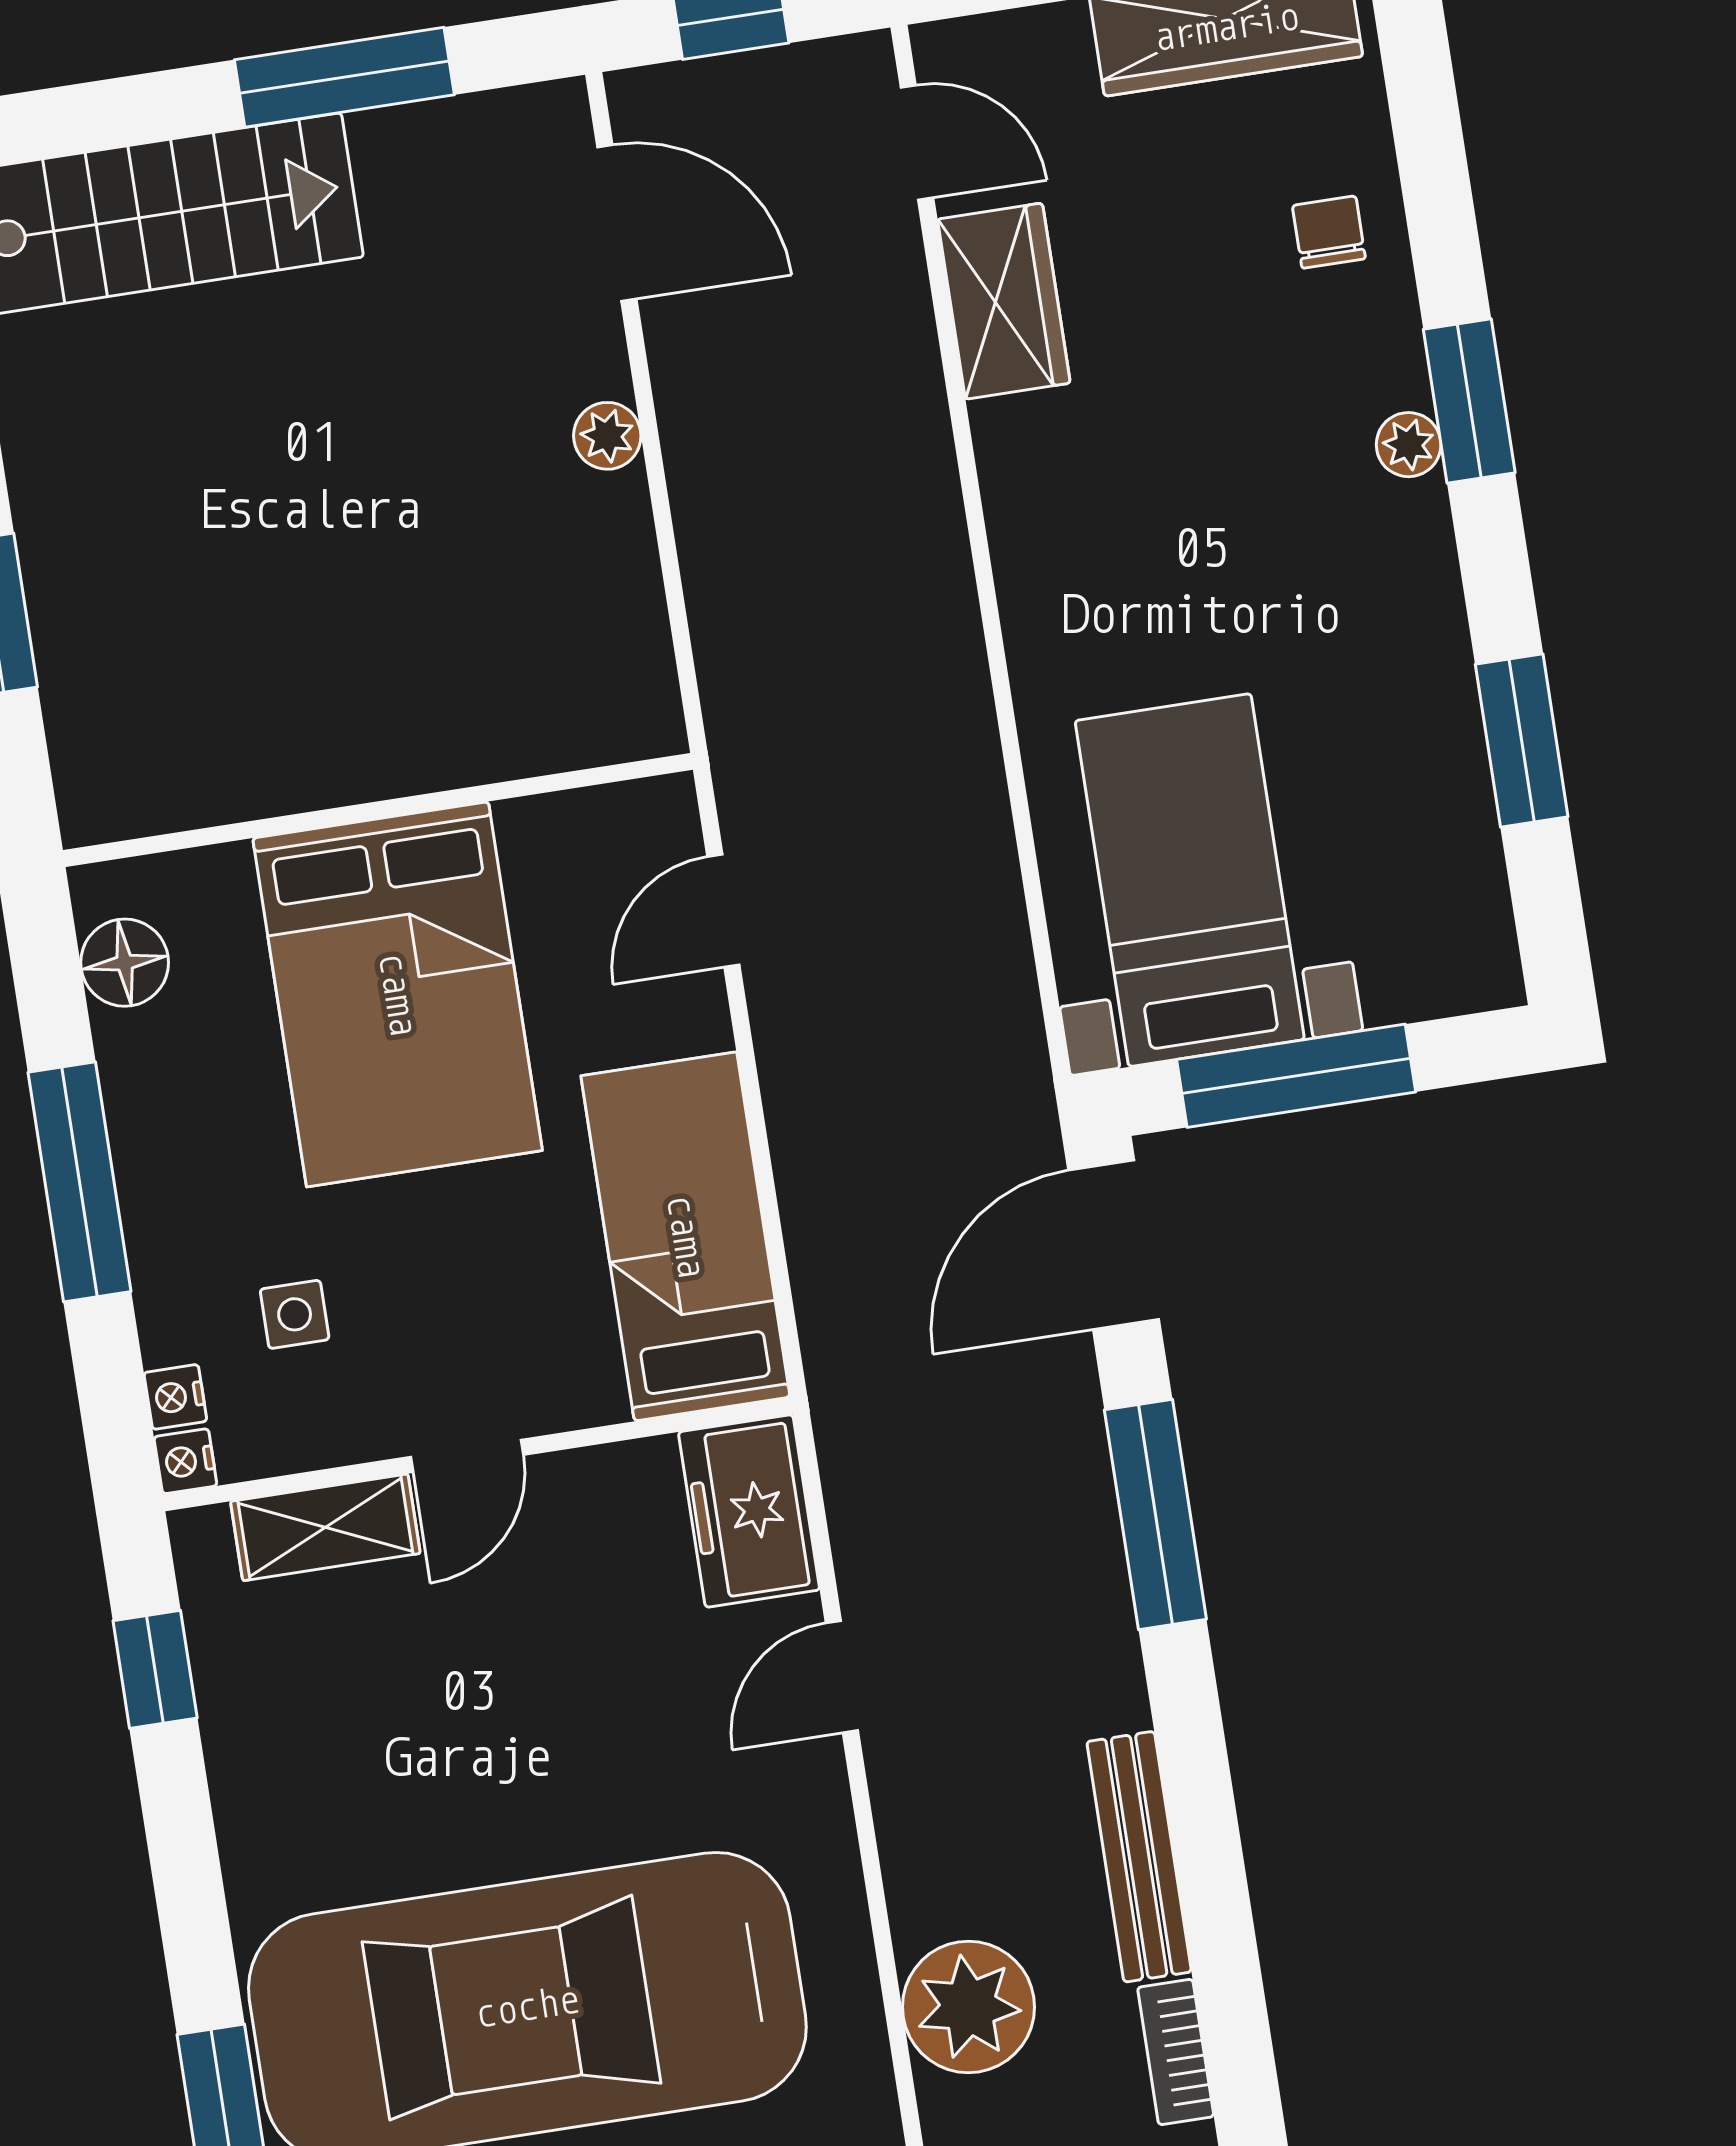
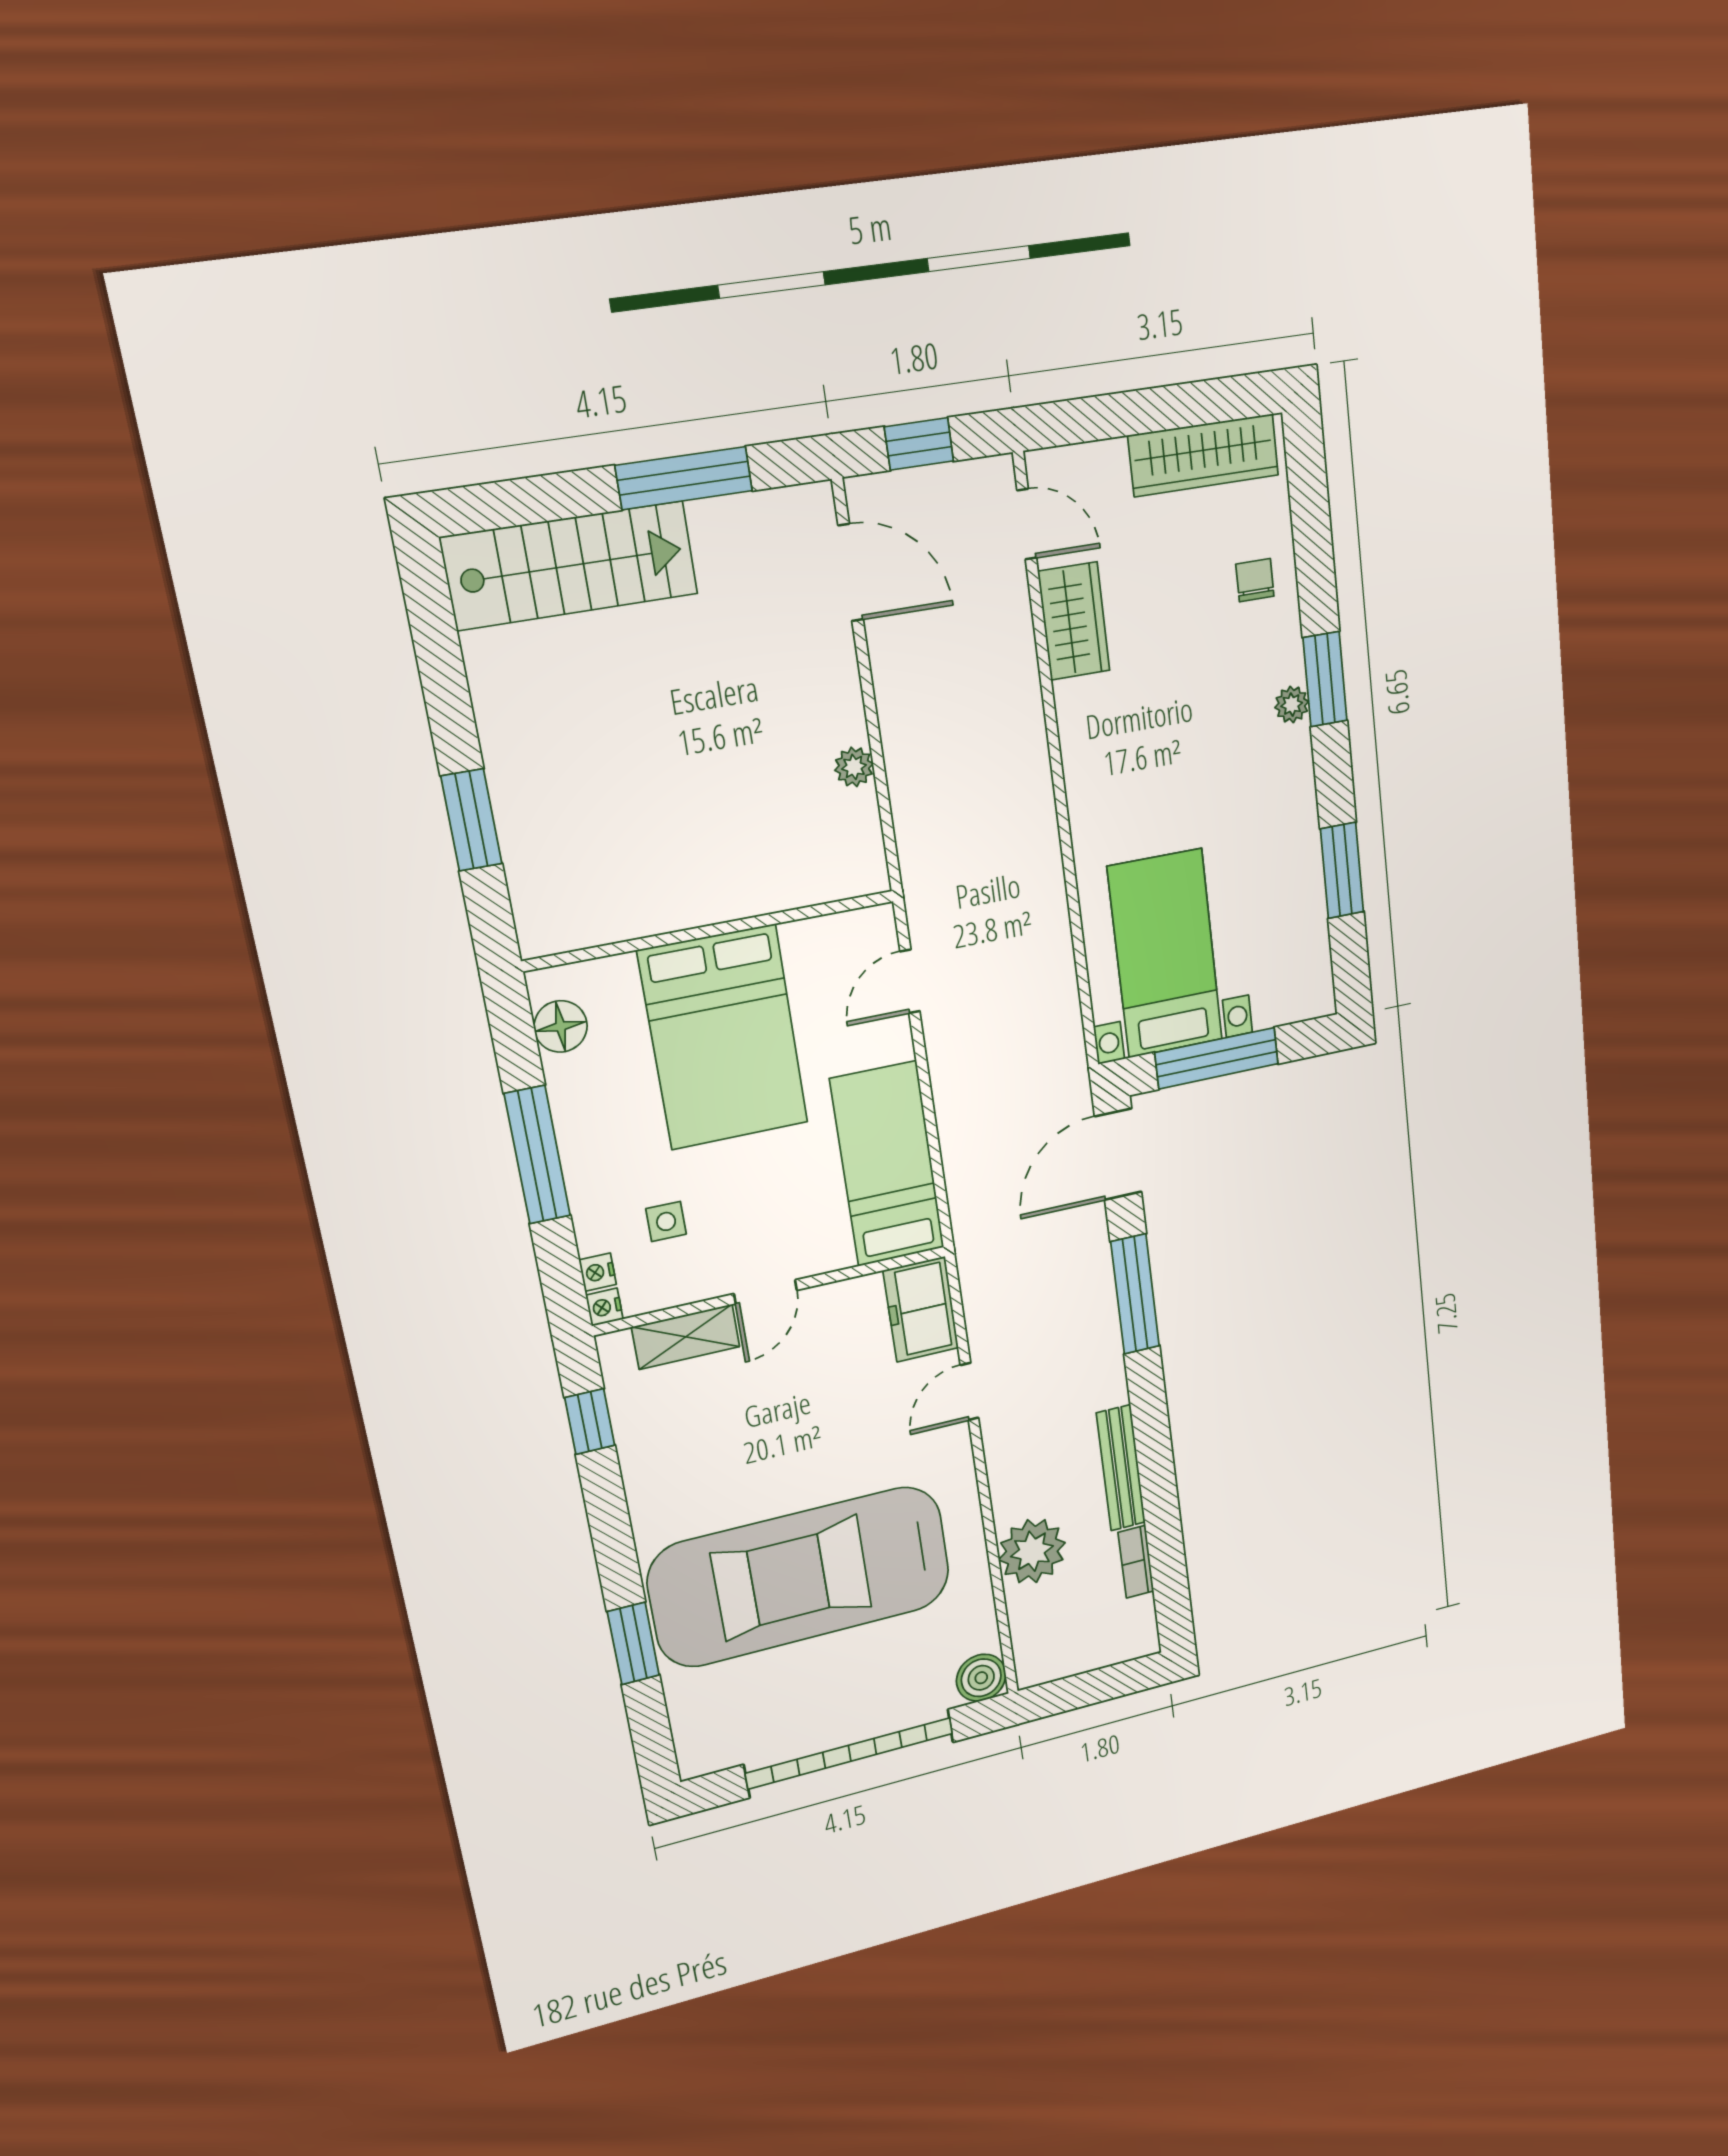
plant: (607, 436) -> (854, 767), moved

